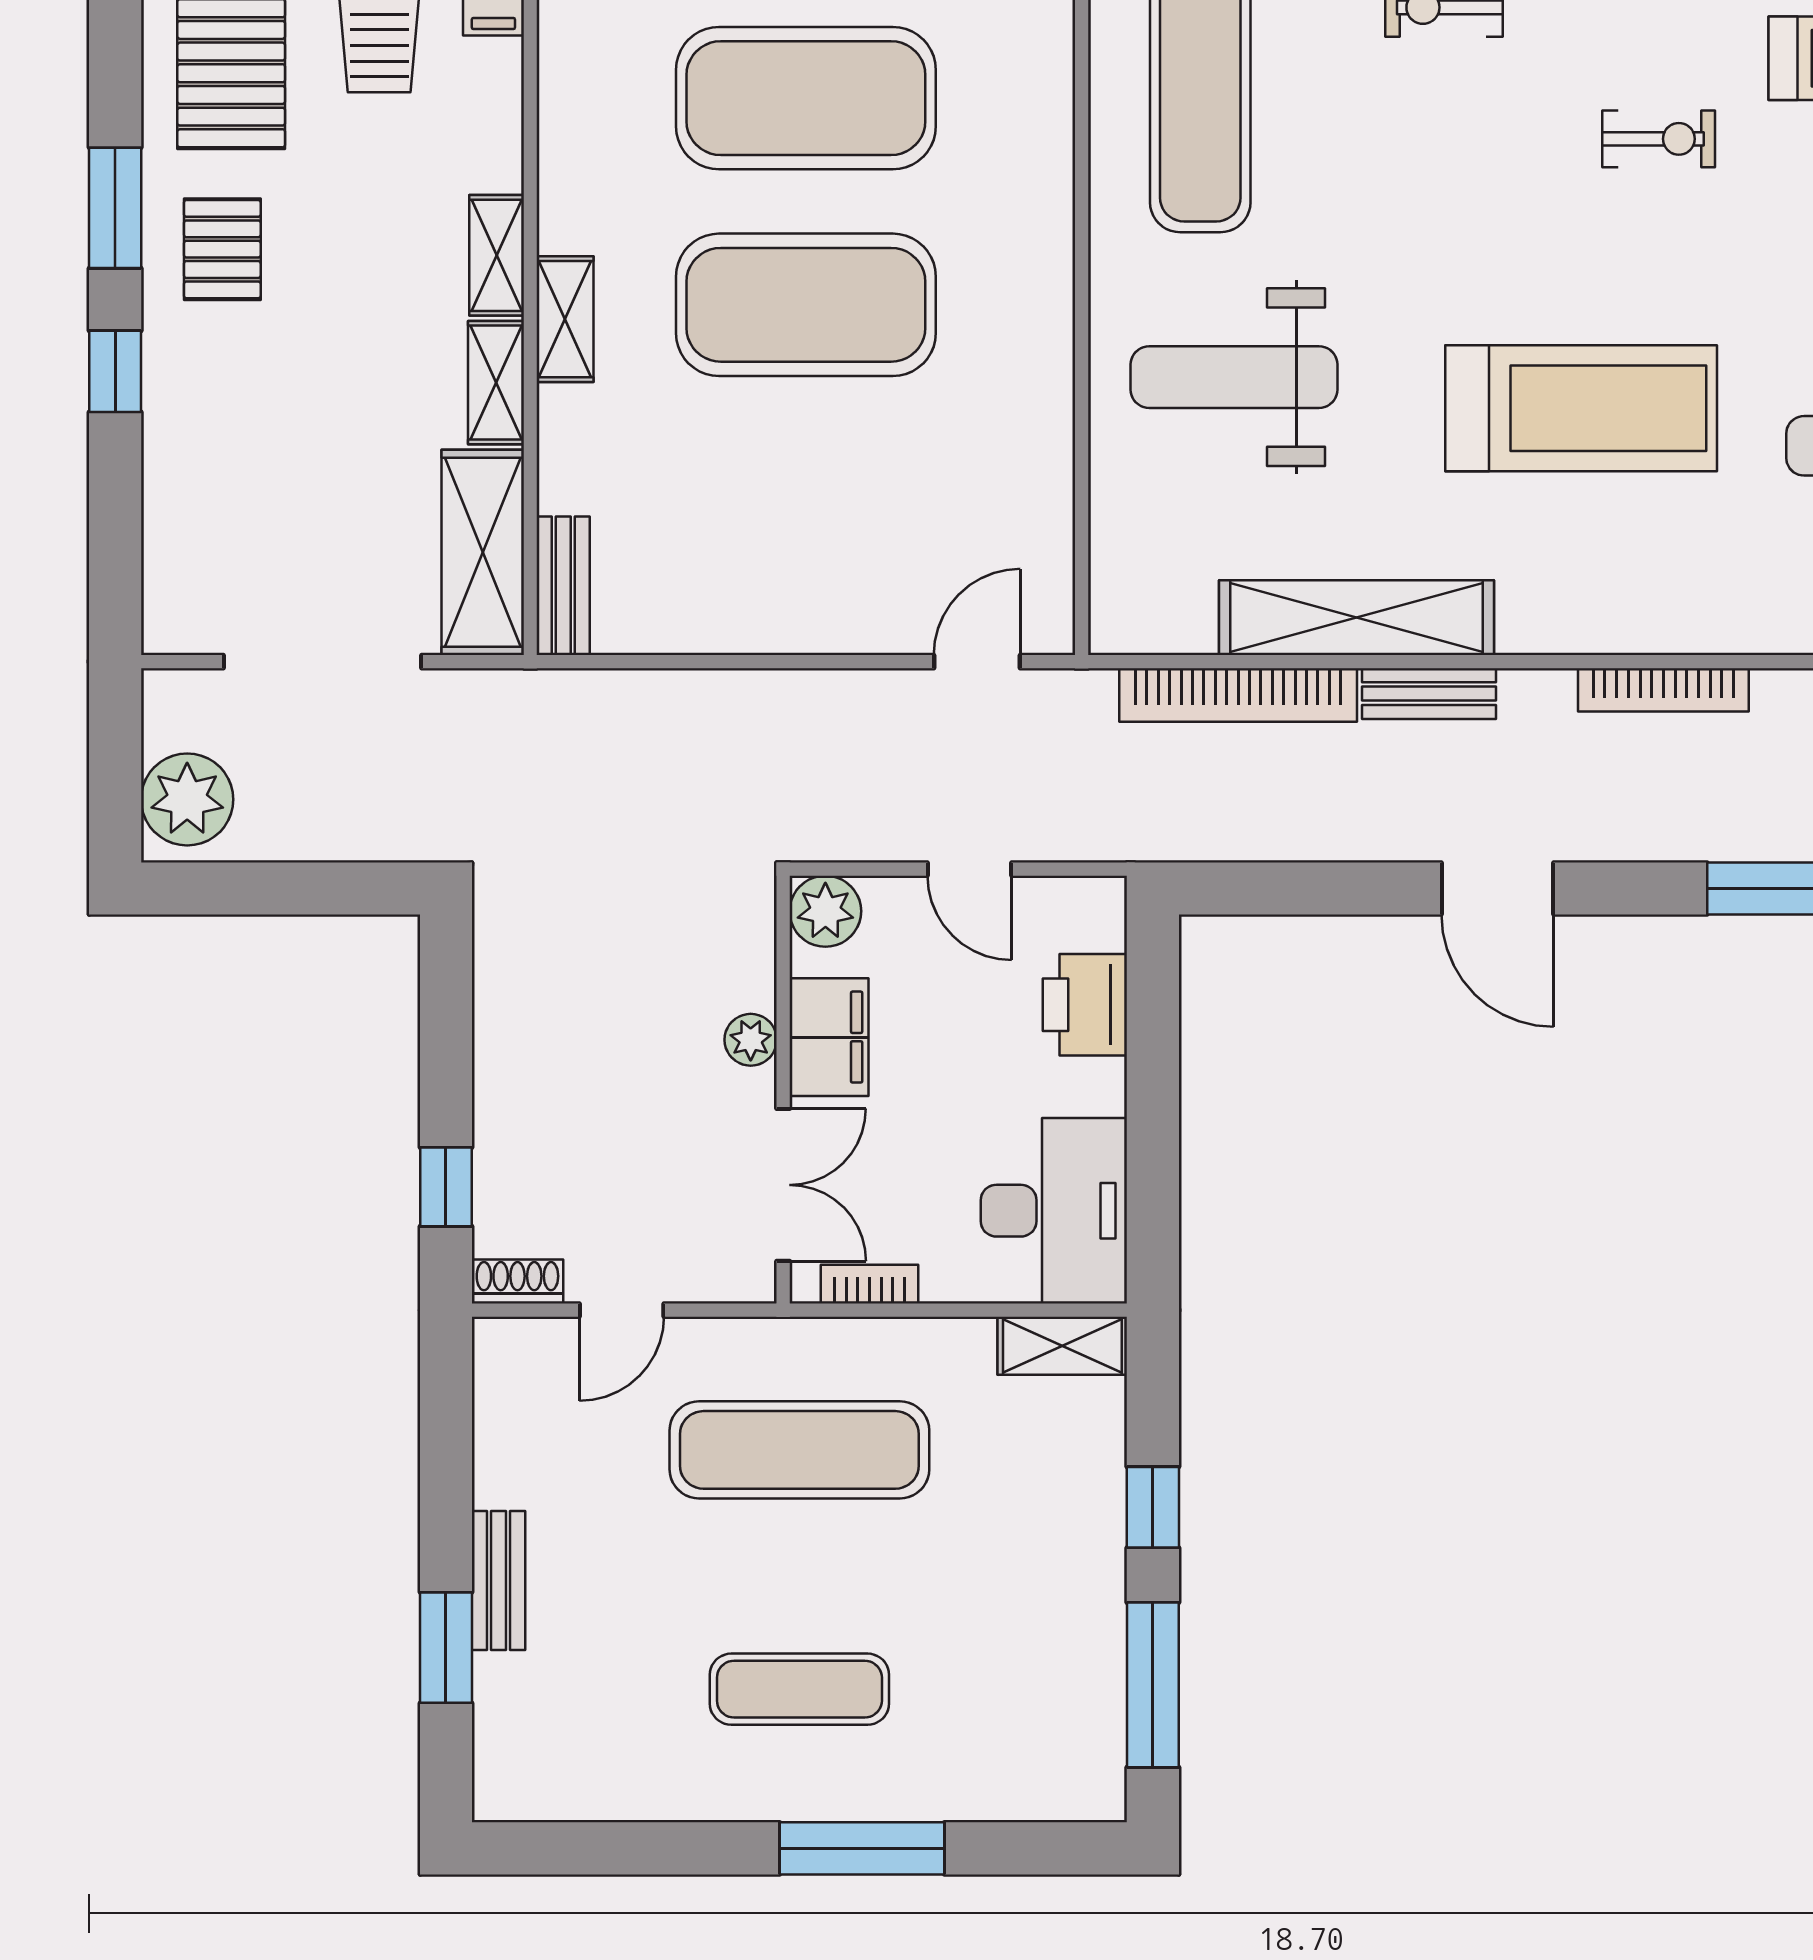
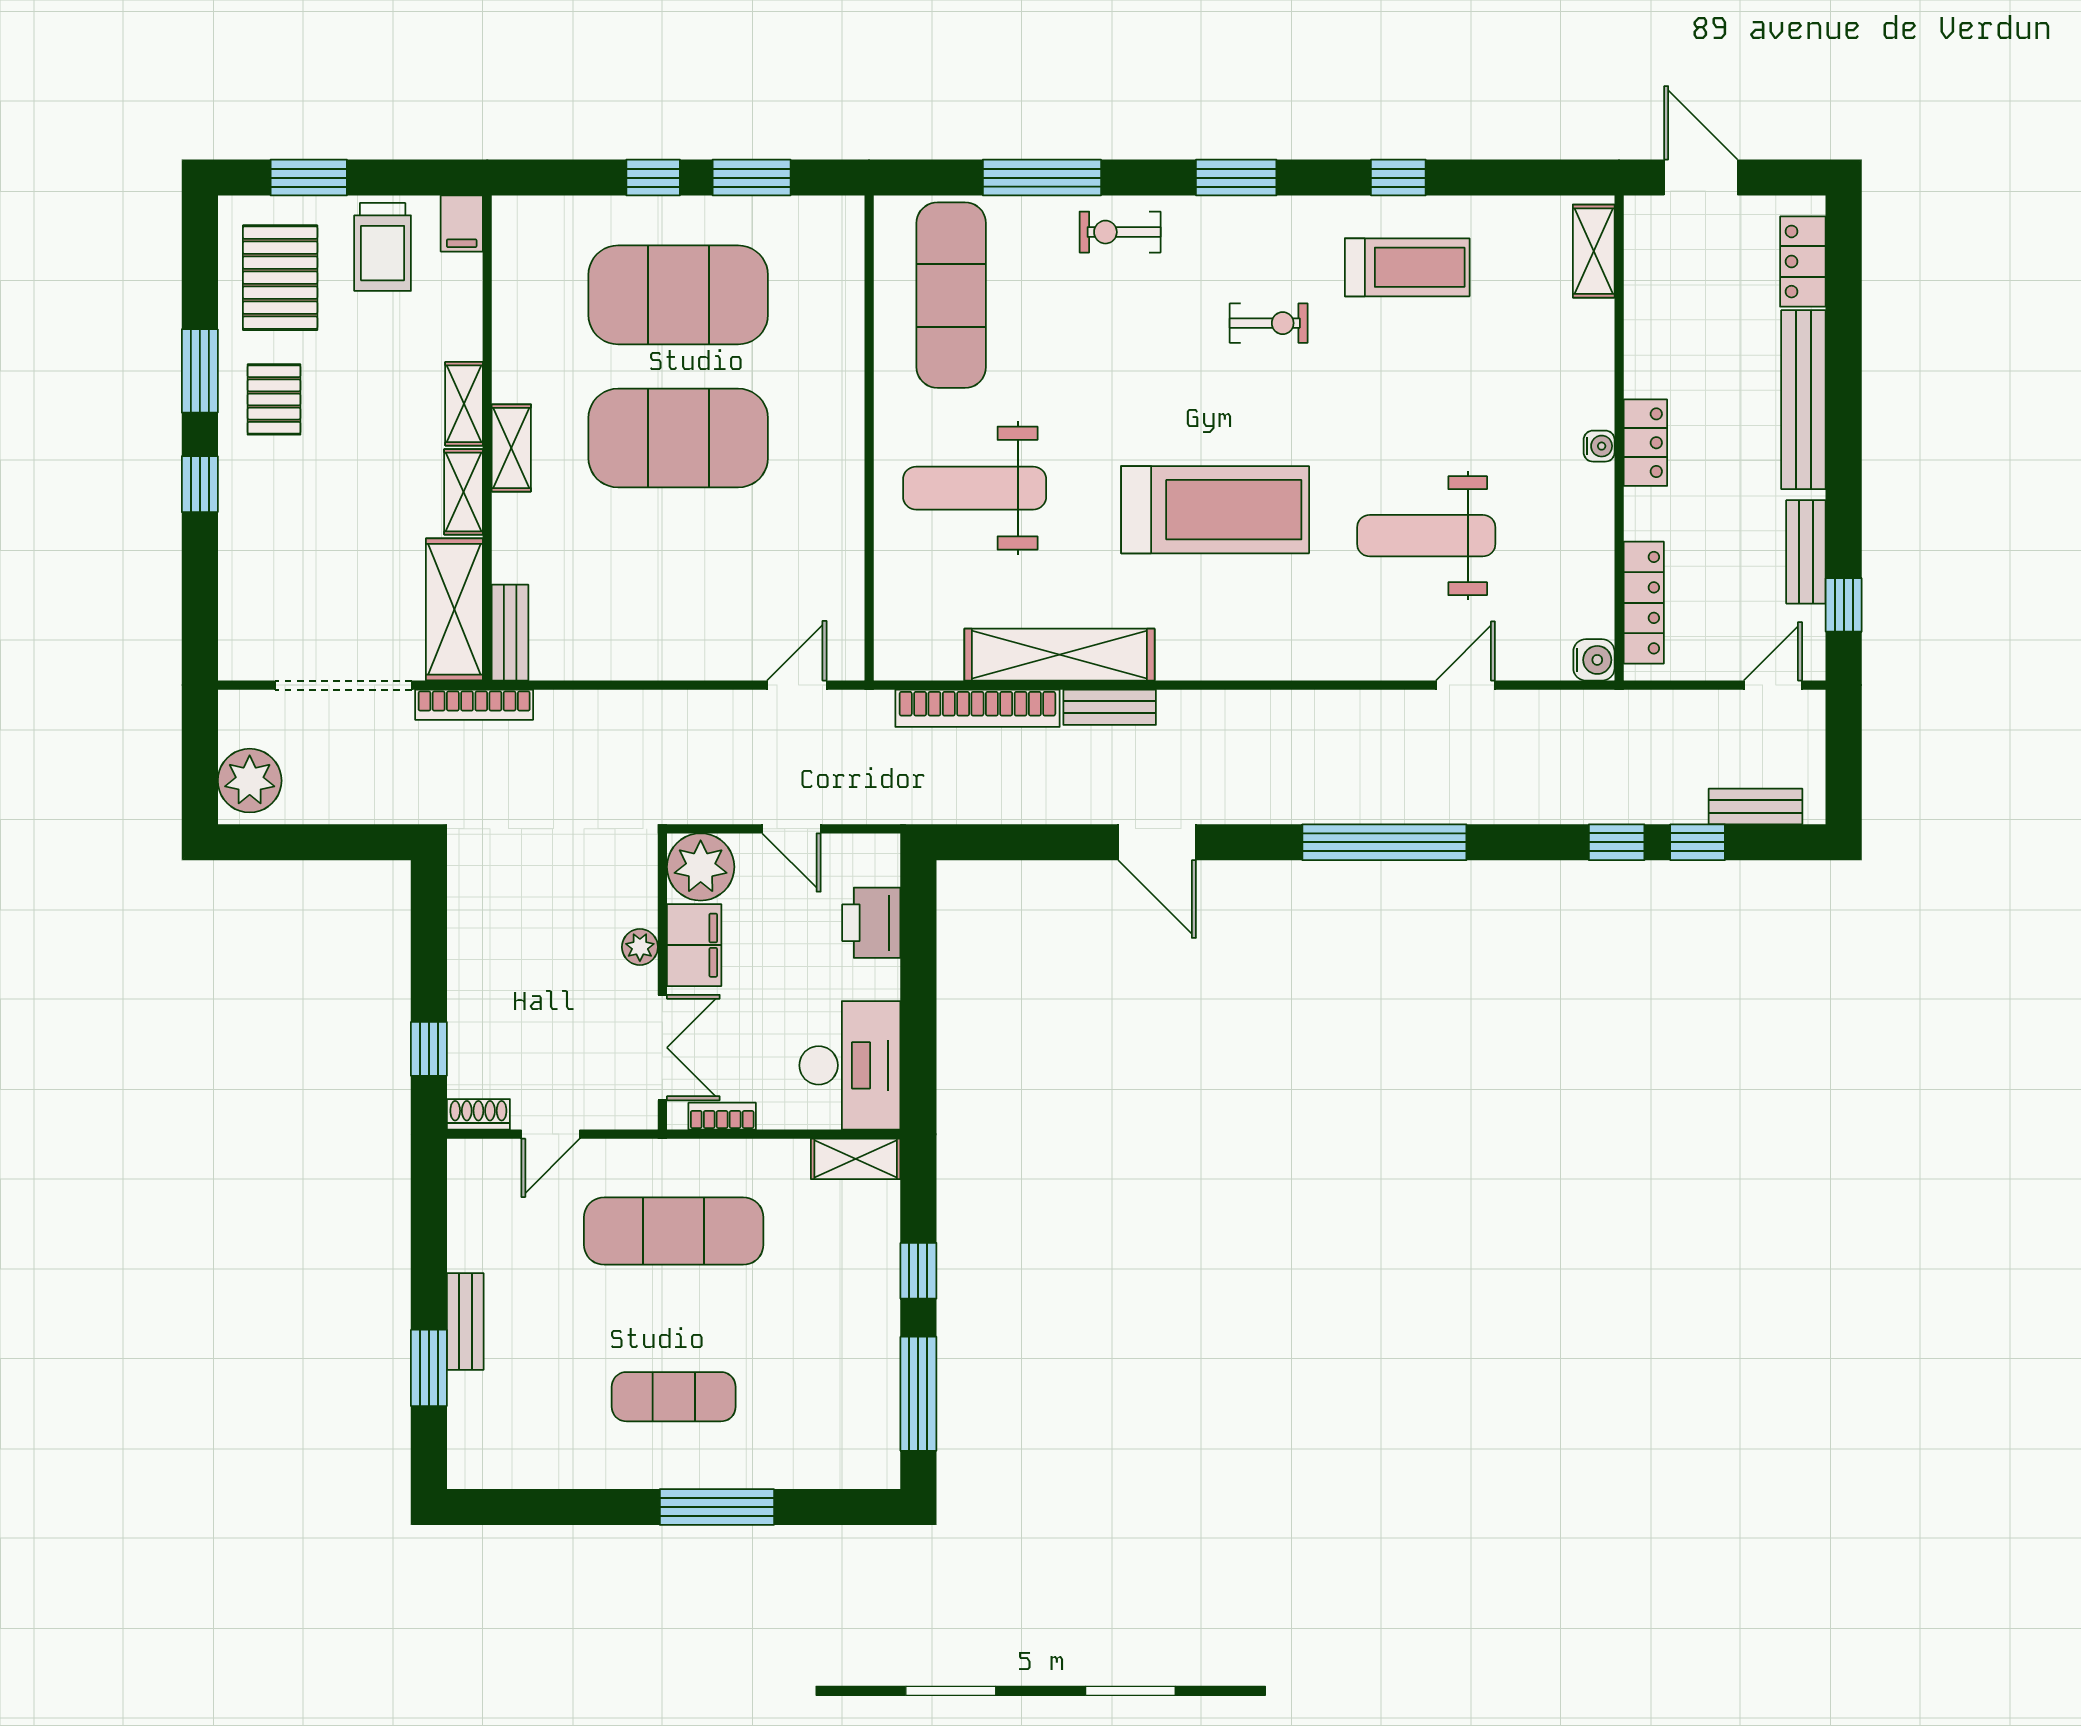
bookcase: (1663, 690) -> (474, 705), moved
plant: (825, 911) -> (701, 867), width x1.36, depth x1.36

